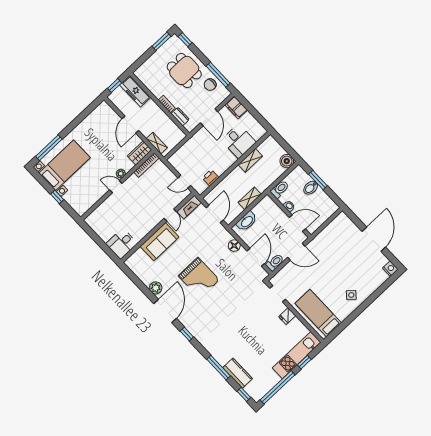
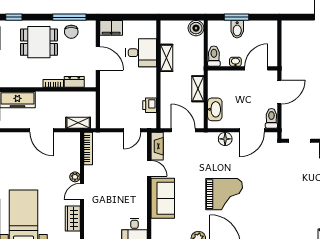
wardrobe: (140, 153) -> (73, 218), moved
door: (256, 257) -> (252, 130), swing flipped

